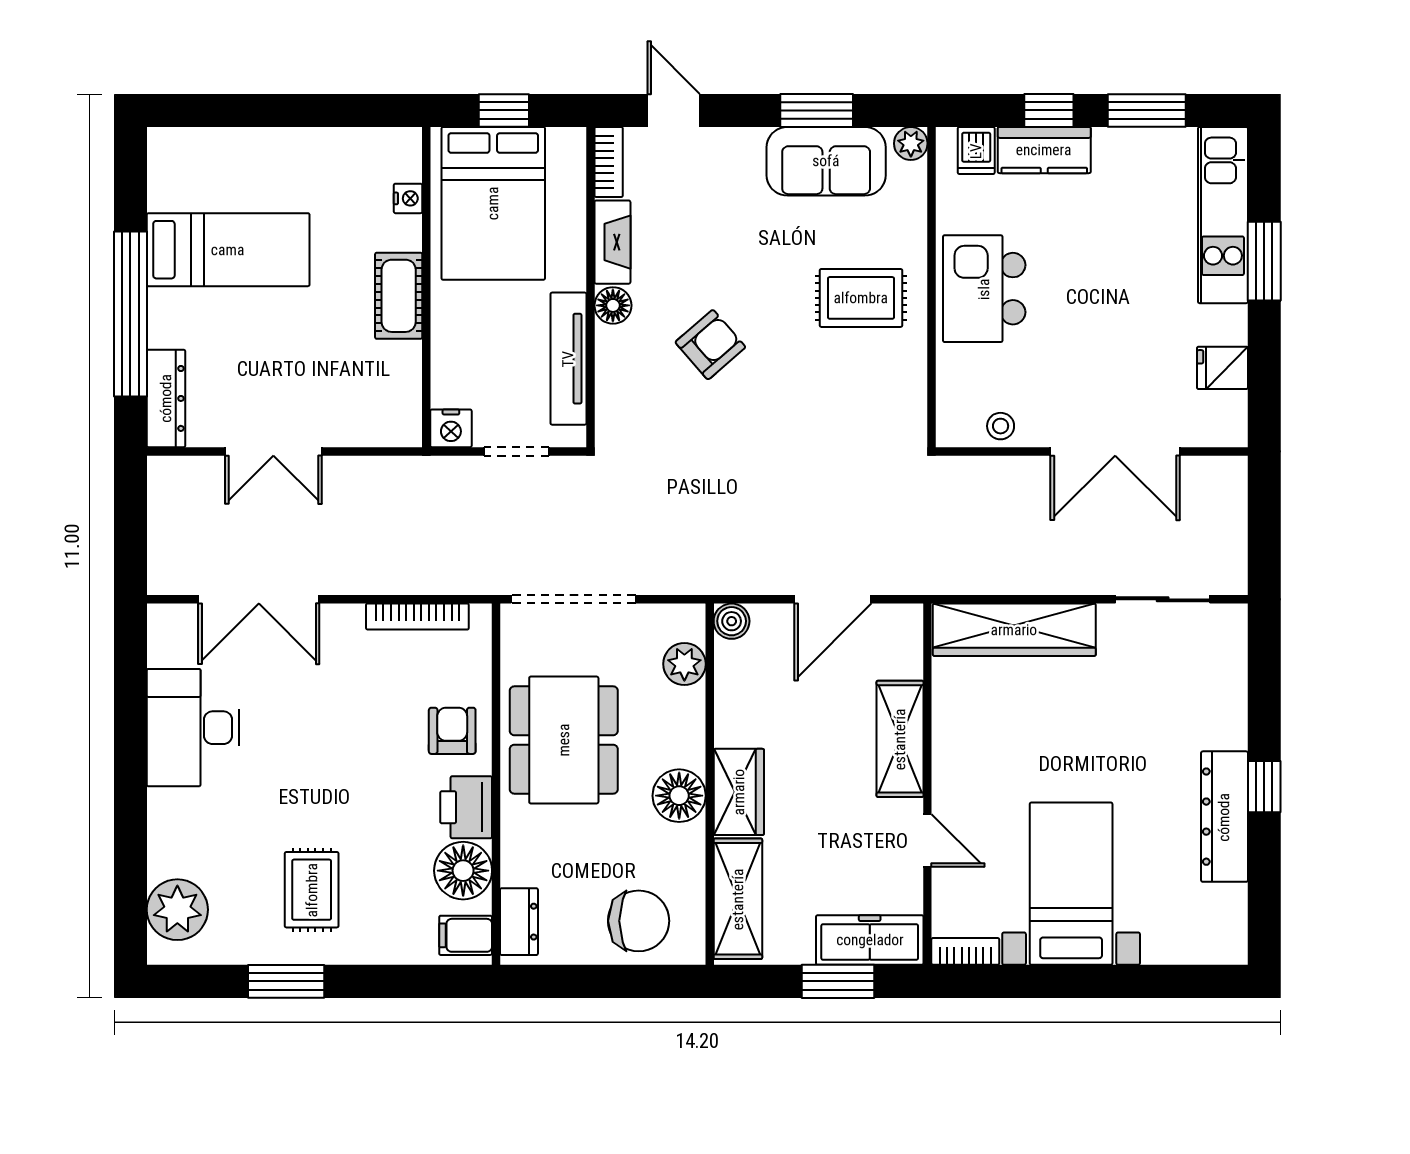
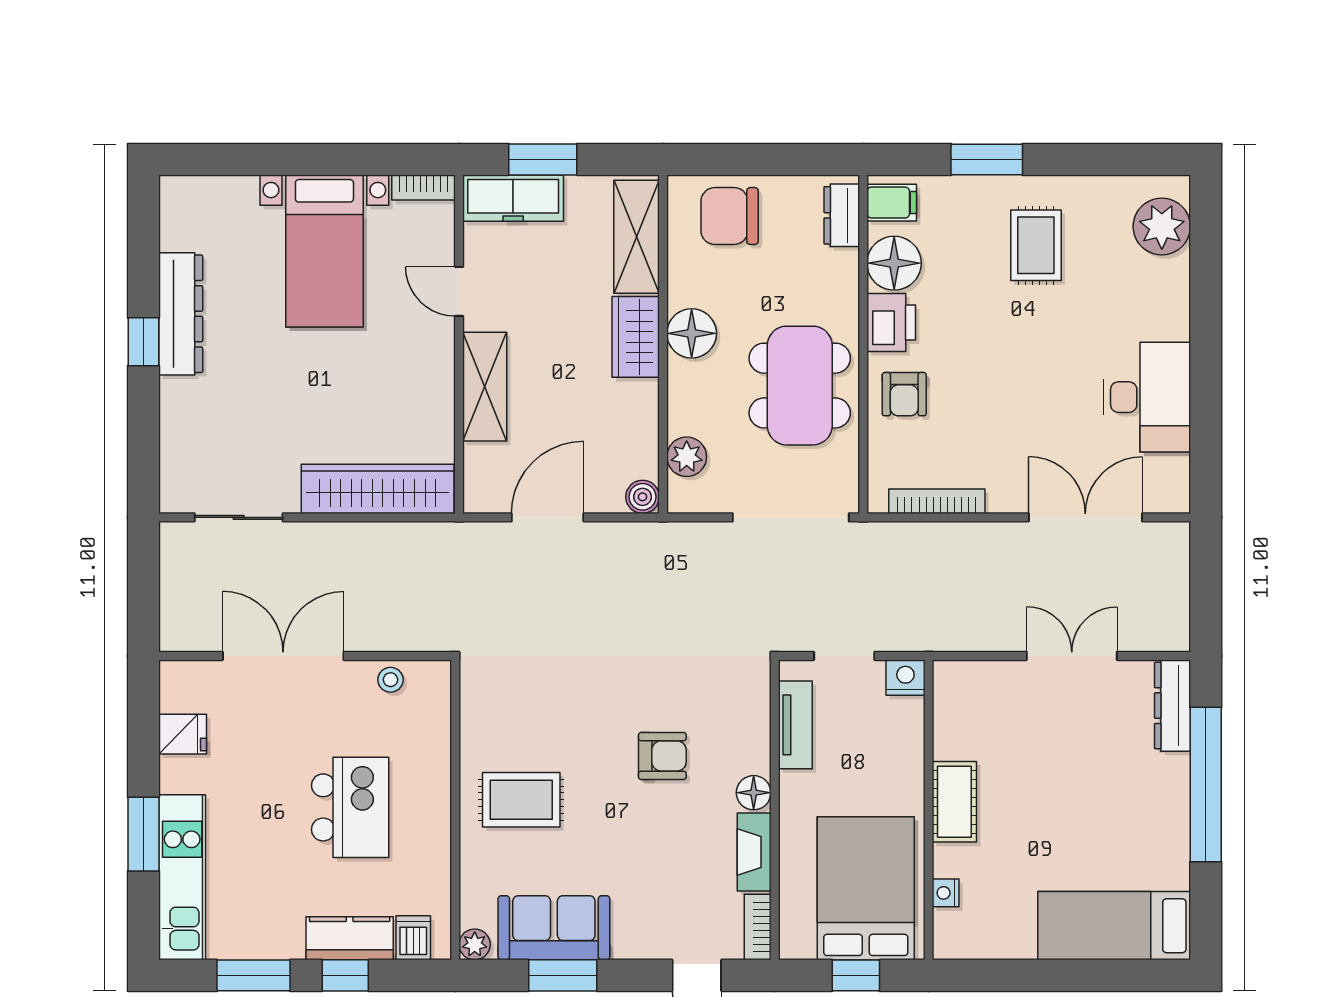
bed: (228, 250) -> (1114, 926), moved
kitchen island: (984, 289) -> (350, 807), moved
armchair: (710, 345) -> (662, 756), turned -139
tv unit: (568, 359) -> (795, 725), width x0.71
window: (286, 981) -> (987, 159), moved

